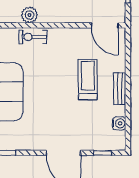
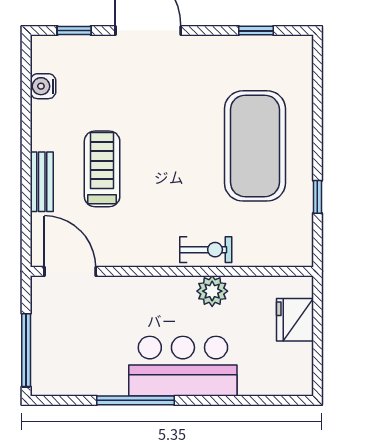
treadmill: (88, 80) -> (102, 169), turned 180
bench: (120, 89) -> (42, 182), moved

